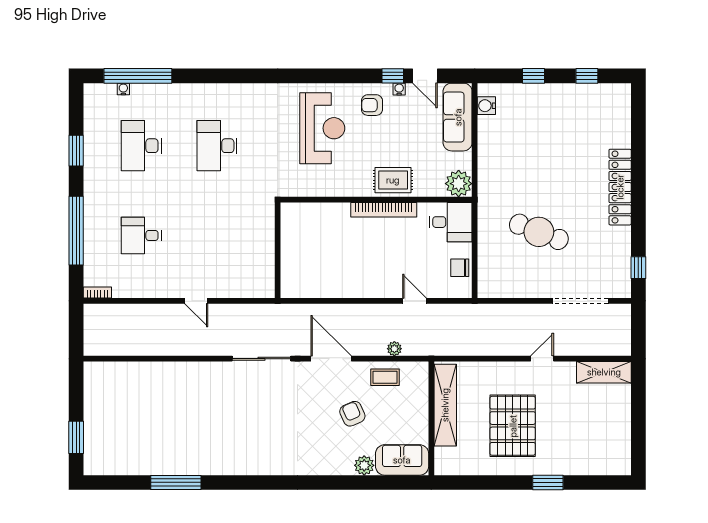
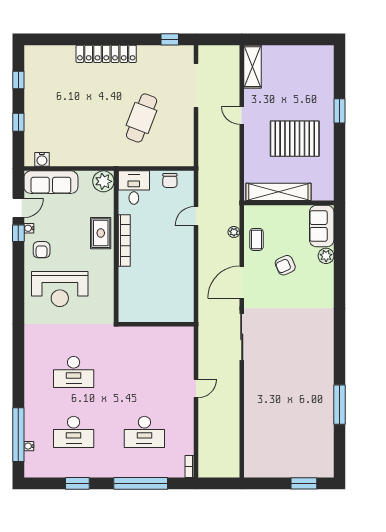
reception desk: (322, 128) -> (60, 289), turned 180
desk: (141, 235) -> (144, 432), width x1.37

